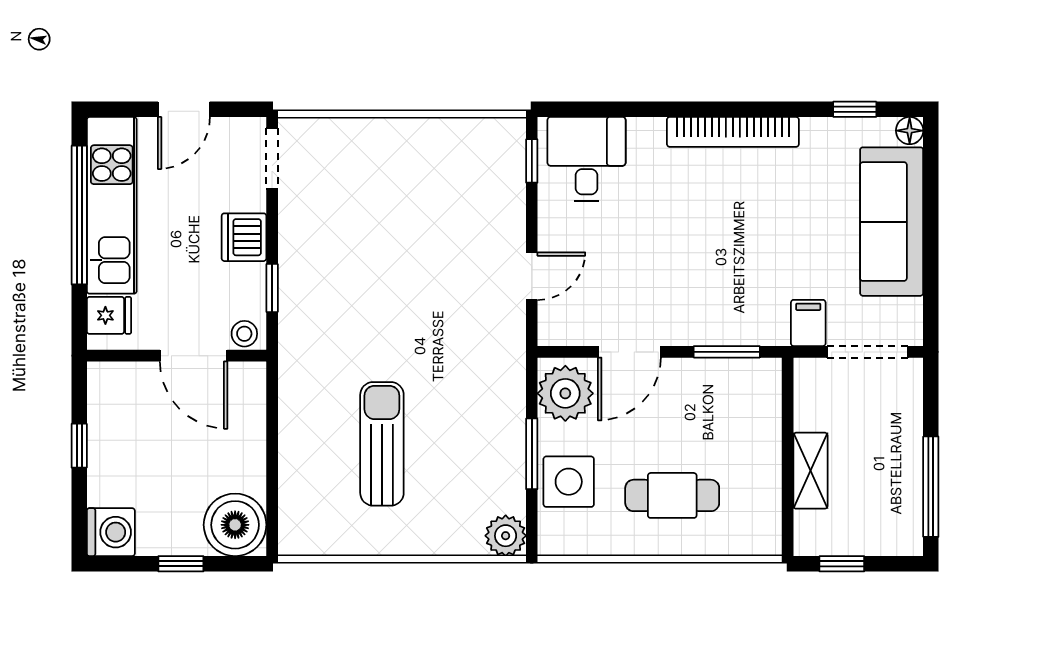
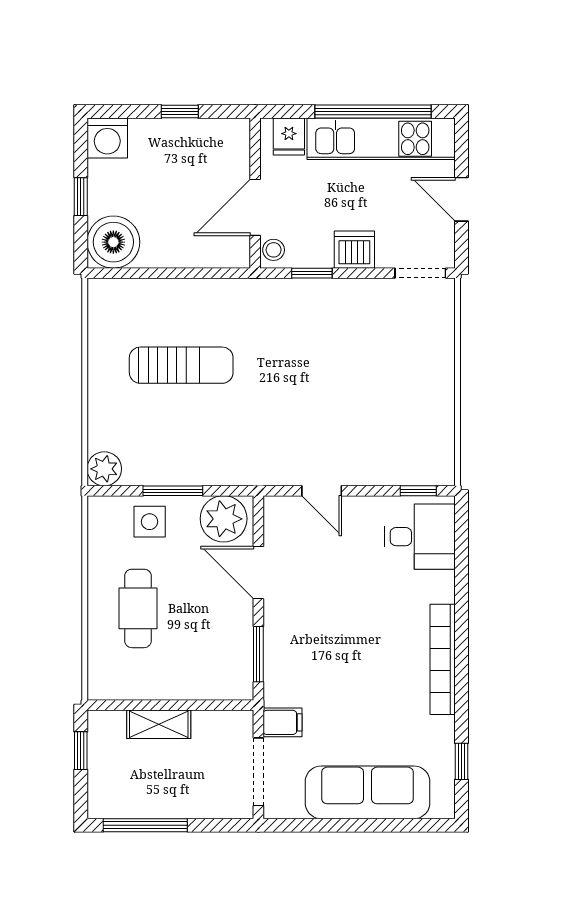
floor lamp: (910, 131) -> (444, 807), removed
side table: (569, 482) -> (150, 522), width x0.73, depth x0.73

